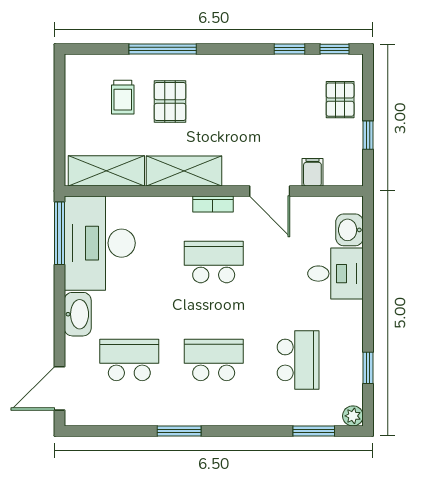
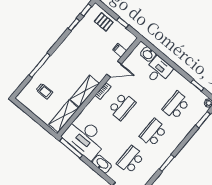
pallet: (170, 102) -> (59, 77), removed
school desk: (214, 262) -> (122, 106), turned 180
school desk: (298, 360) -> (176, 106), turned -90

